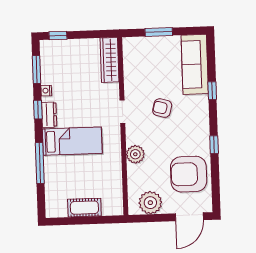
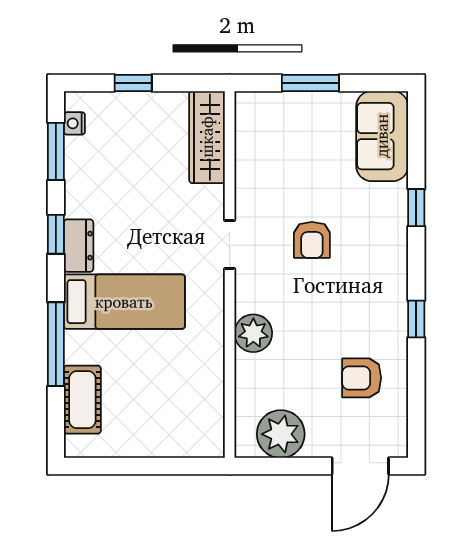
window: (58, 36) -> (133, 83), moved
sofa: (195, 64) -> (382, 136), width x0.73
nightstand: (46, 91) -> (74, 123), moved
armchair: (162, 108) -> (312, 240), turned -105
armchair: (189, 174) -> (362, 378), width x0.53, depth x0.53
cot: (84, 208) -> (82, 400), moved, turned 90

